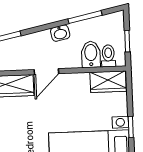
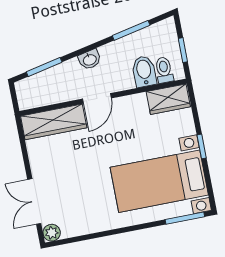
washbasin: (60, 33) -> (90, 59), moved

